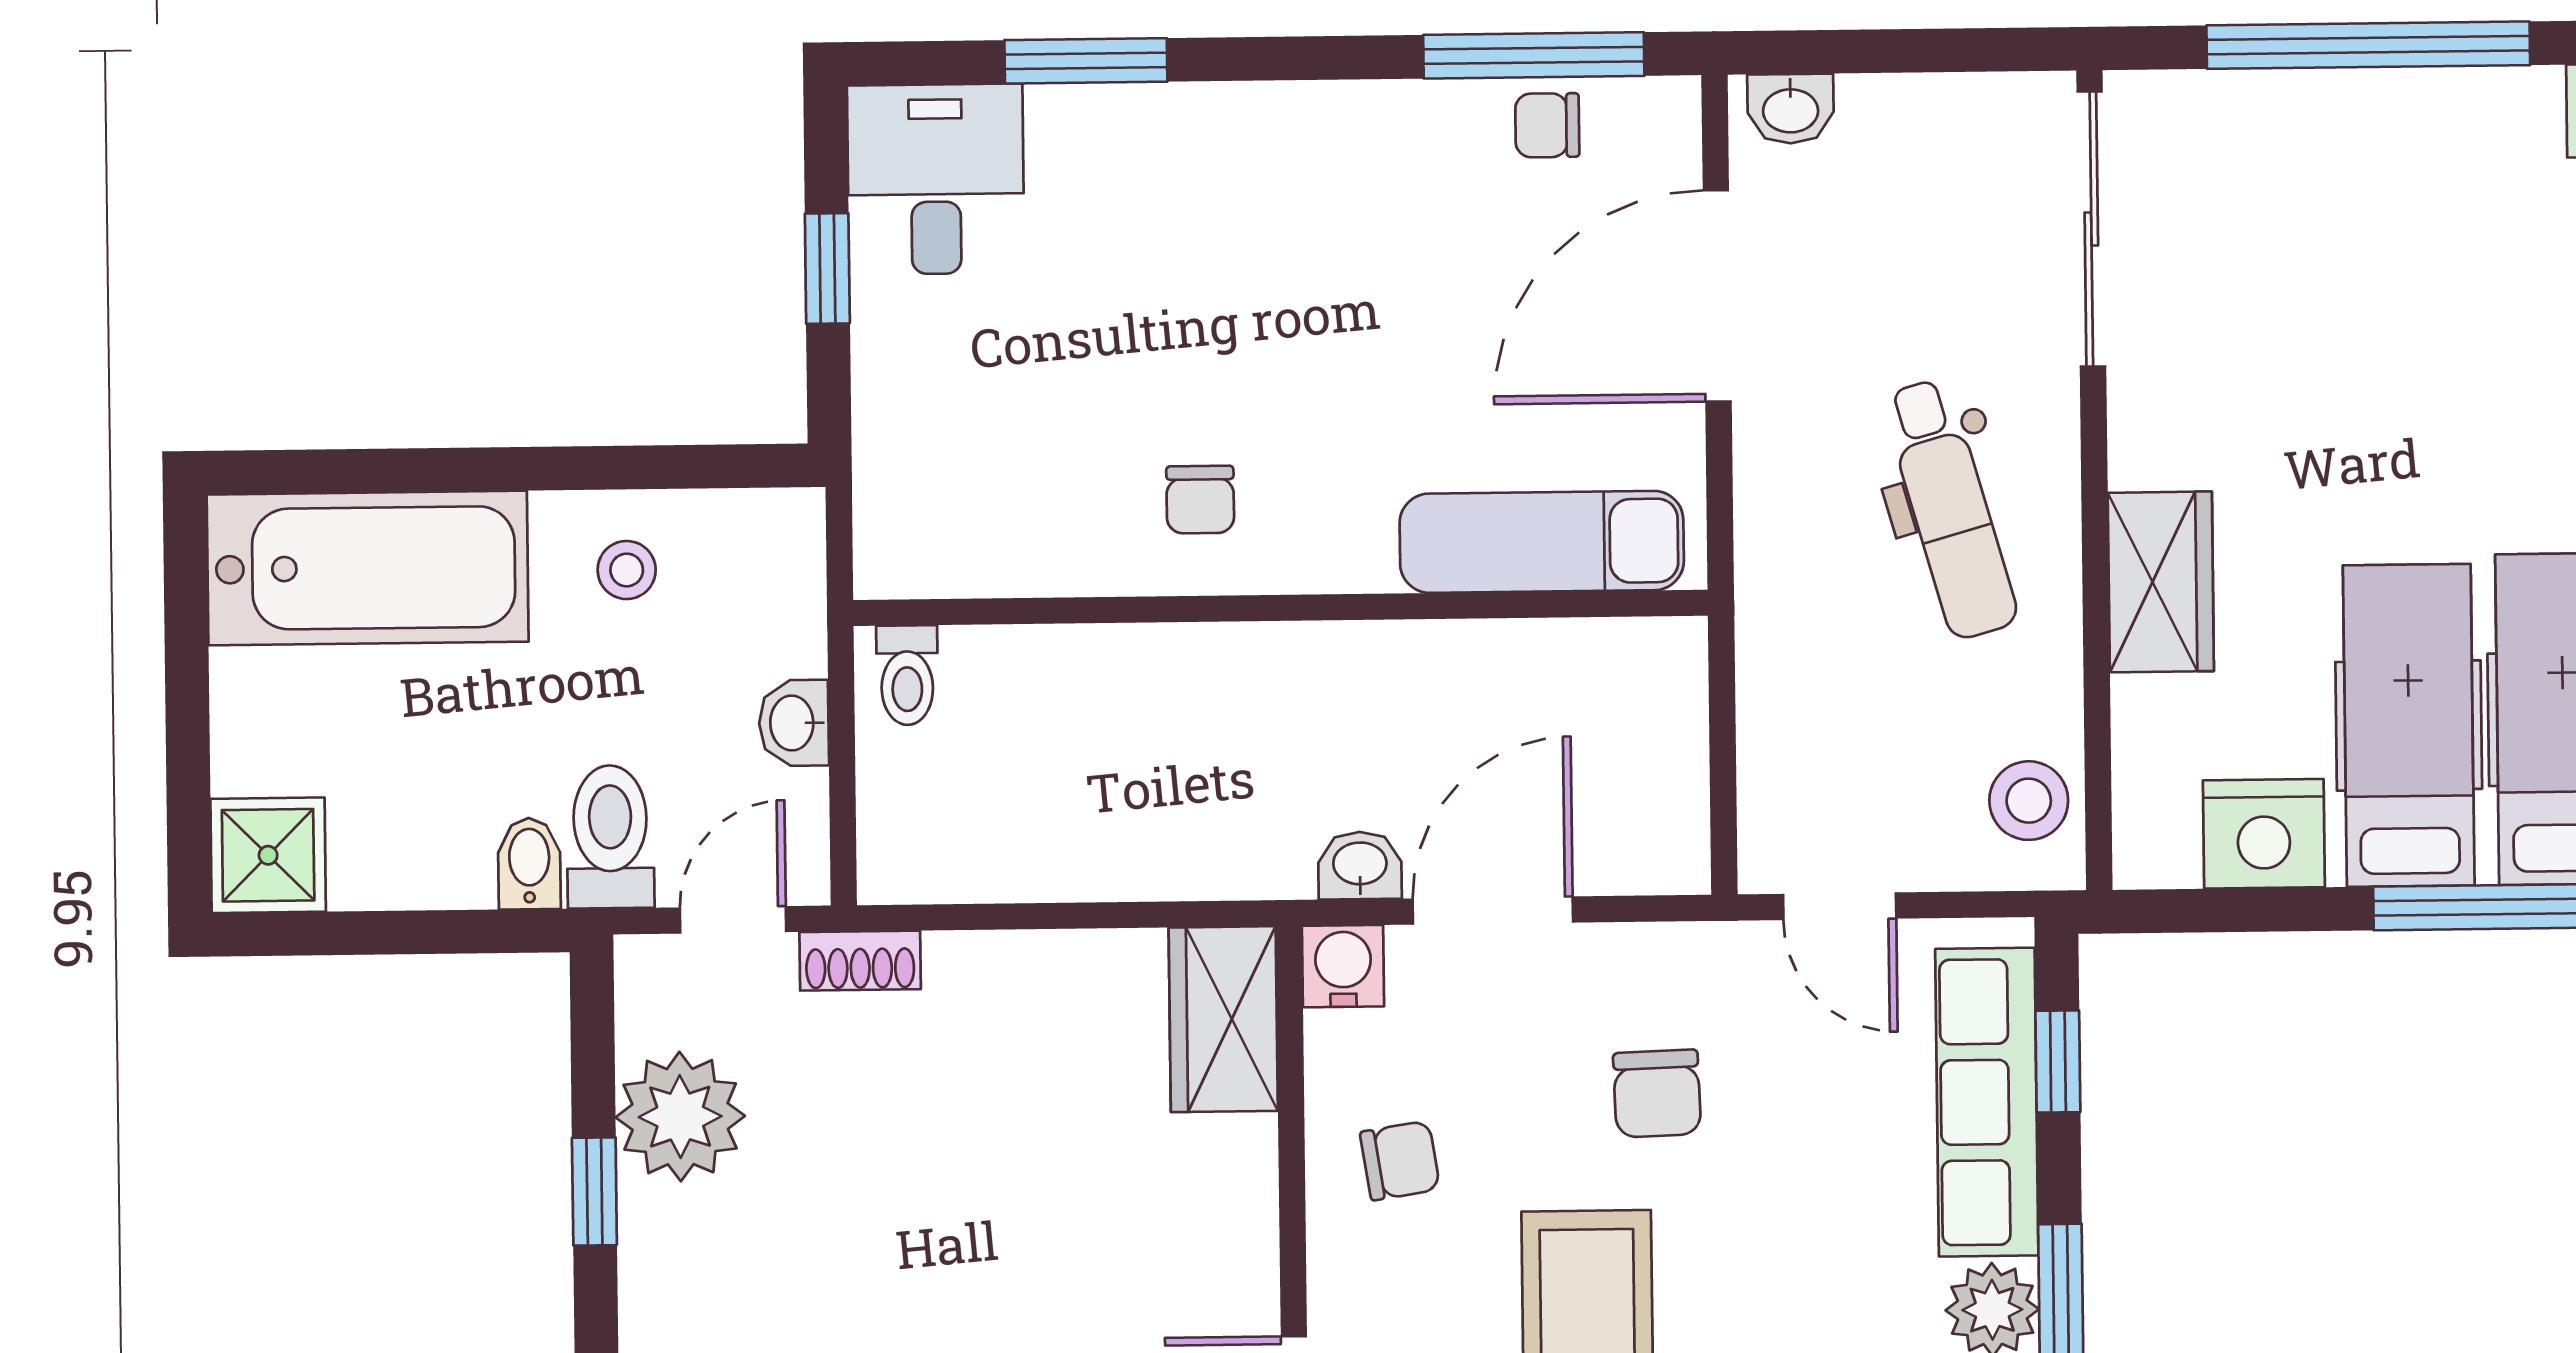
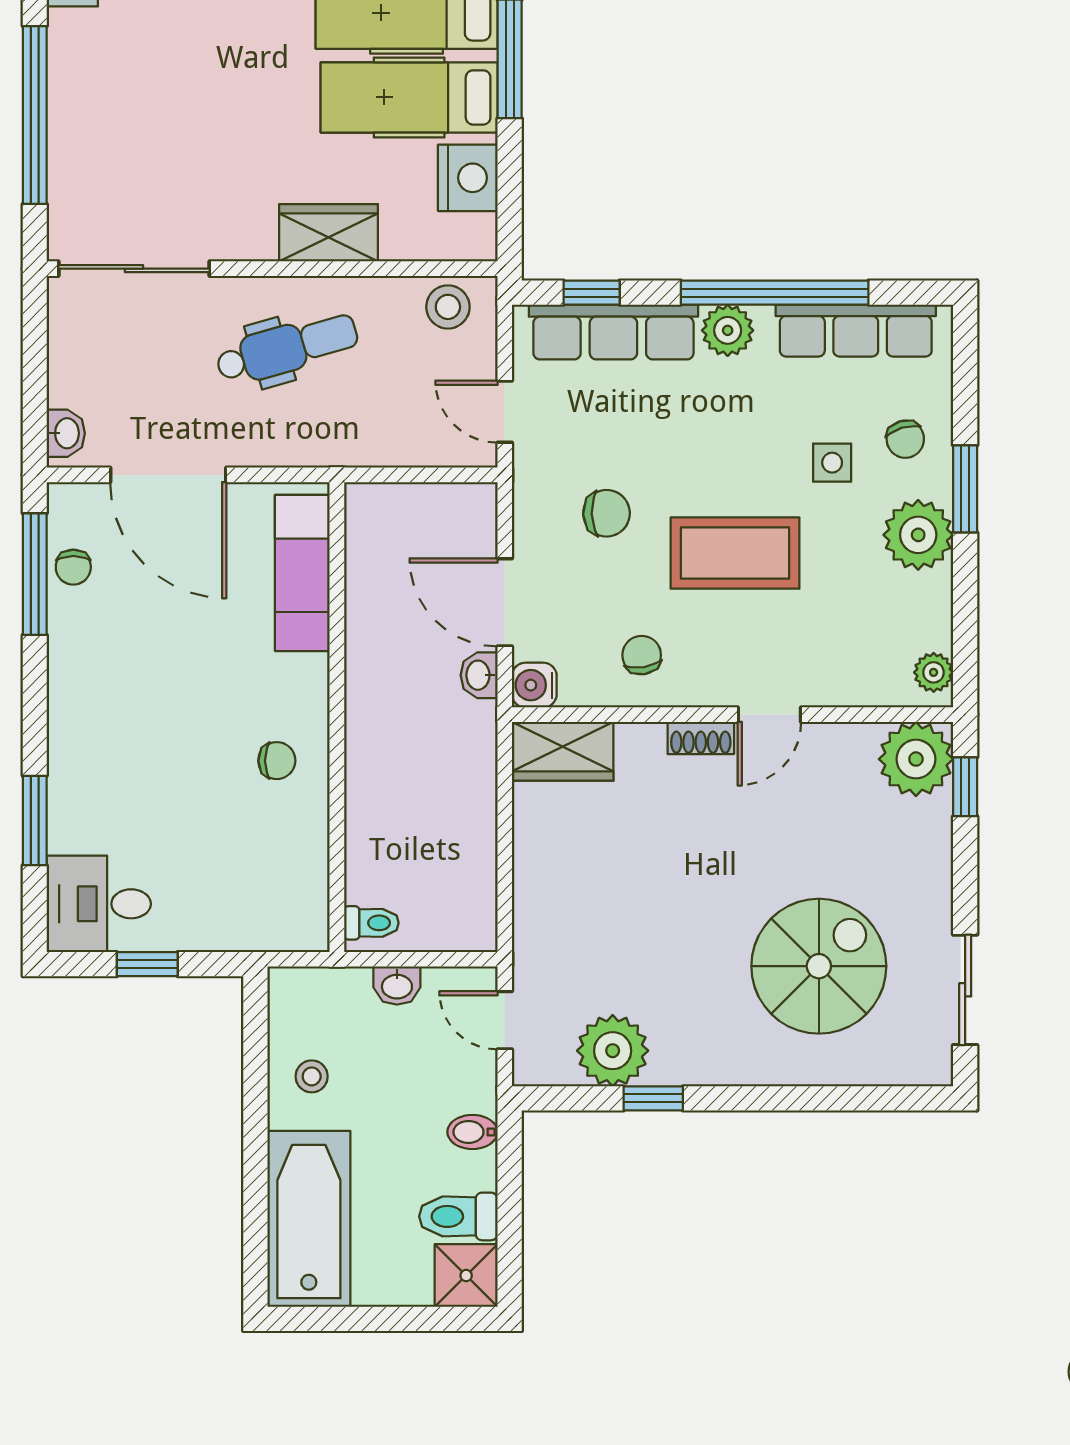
toilet: (610, 837) -> (458, 1216), moved
door: (1840, 906) -> (505, 412), swing flipped
shoe rack: (860, 961) -> (701, 738), moved, turned 90

